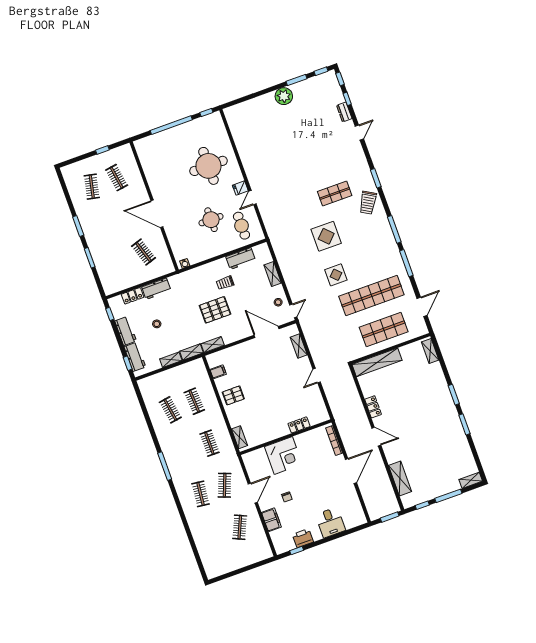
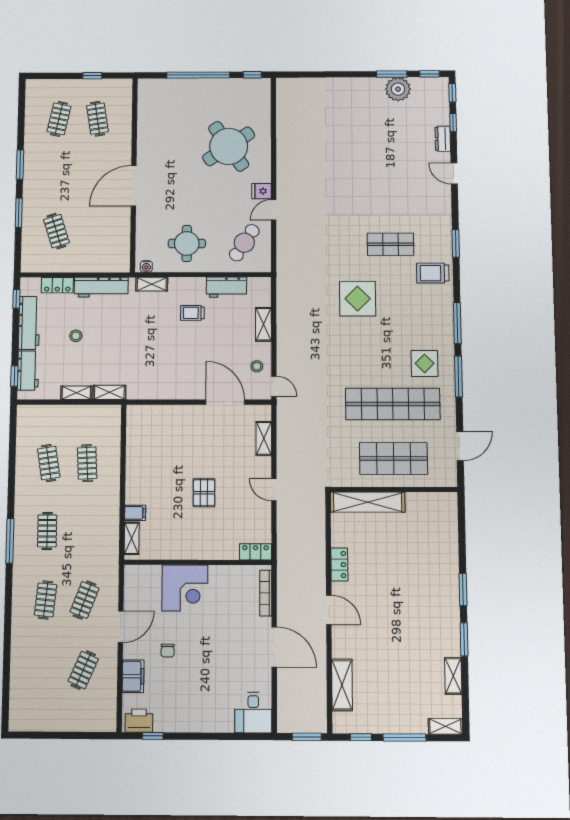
plant: (284, 96) -> (398, 89), moved
door: (359, 133) -> (454, 173), swing flipped
round table: (208, 166) -> (229, 146), turned -34
trolley: (368, 203) -> (433, 273), turned 60
door: (157, 214) -> (134, 186), hinge flipped
round table: (211, 220) -> (187, 244), moved
cafe table: (241, 226) -> (244, 243), turned 33
clothes rail: (144, 252) -> (56, 231), moved
display table: (336, 275) -> (425, 363), moved
workbench: (156, 289) -> (101, 287), width x1.38
pallet: (215, 310) -> (164, 345), removed
door: (293, 311) -> (274, 386), hinge flipped
workbench: (126, 331) -> (29, 323), width x1.38
shelving: (213, 345) -> (152, 284), moved
shelving: (430, 351) -> (453, 676), moved
filing cabinet: (218, 372) -> (135, 513), moved
door: (317, 376) -> (274, 490), hinge flipped
pallet: (233, 395) -> (204, 493), moved, turned 90
locker: (299, 425) -> (256, 552), moved
clothes rail: (209, 443) -> (47, 531), moved
door: (351, 471) -> (274, 647), hinge flipped
desk: (330, 522) -> (253, 713), moved
printer: (303, 538) -> (139, 721), moved

